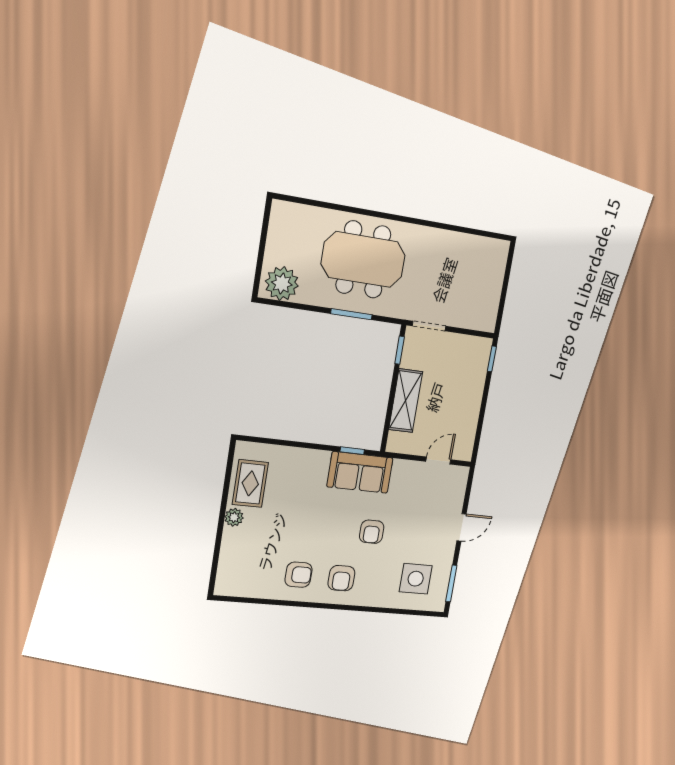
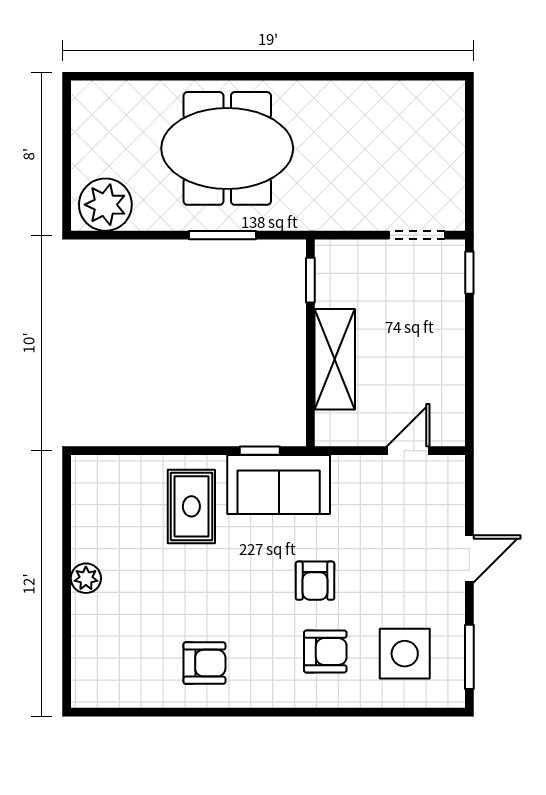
doorway: (429, 326) -> (417, 235), moved
rug: (250, 483) -> (191, 506), moved
armchair: (341, 578) -> (325, 652), moved, turned -90

